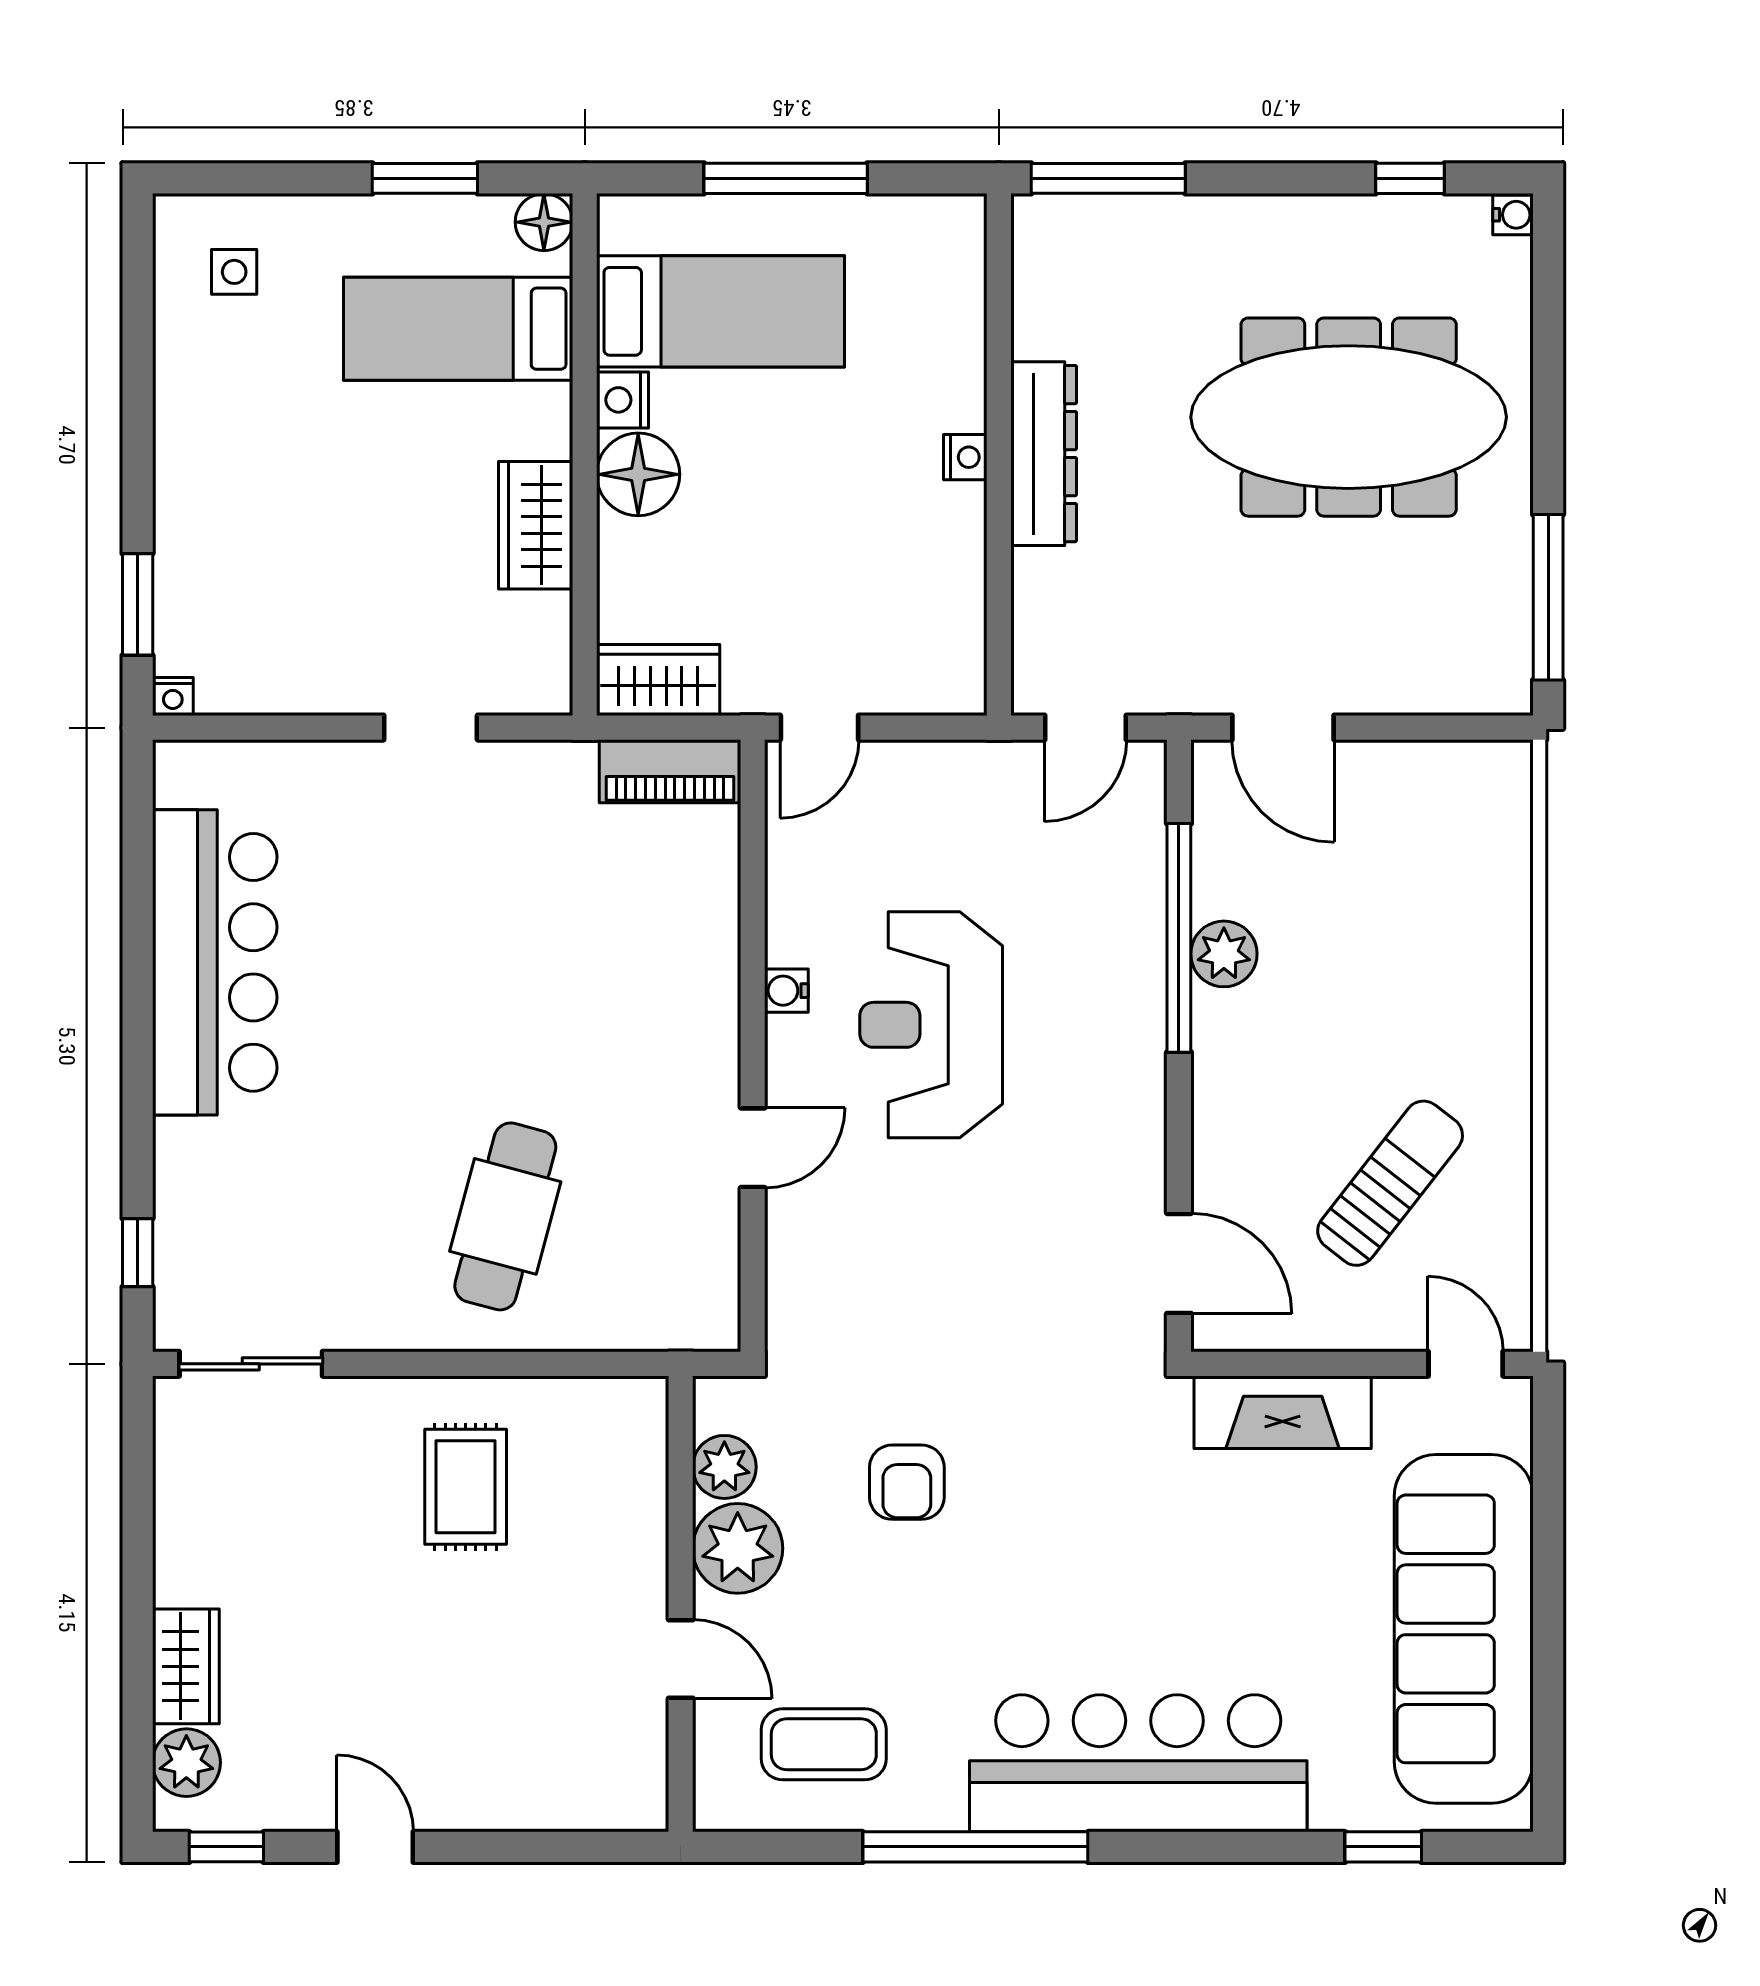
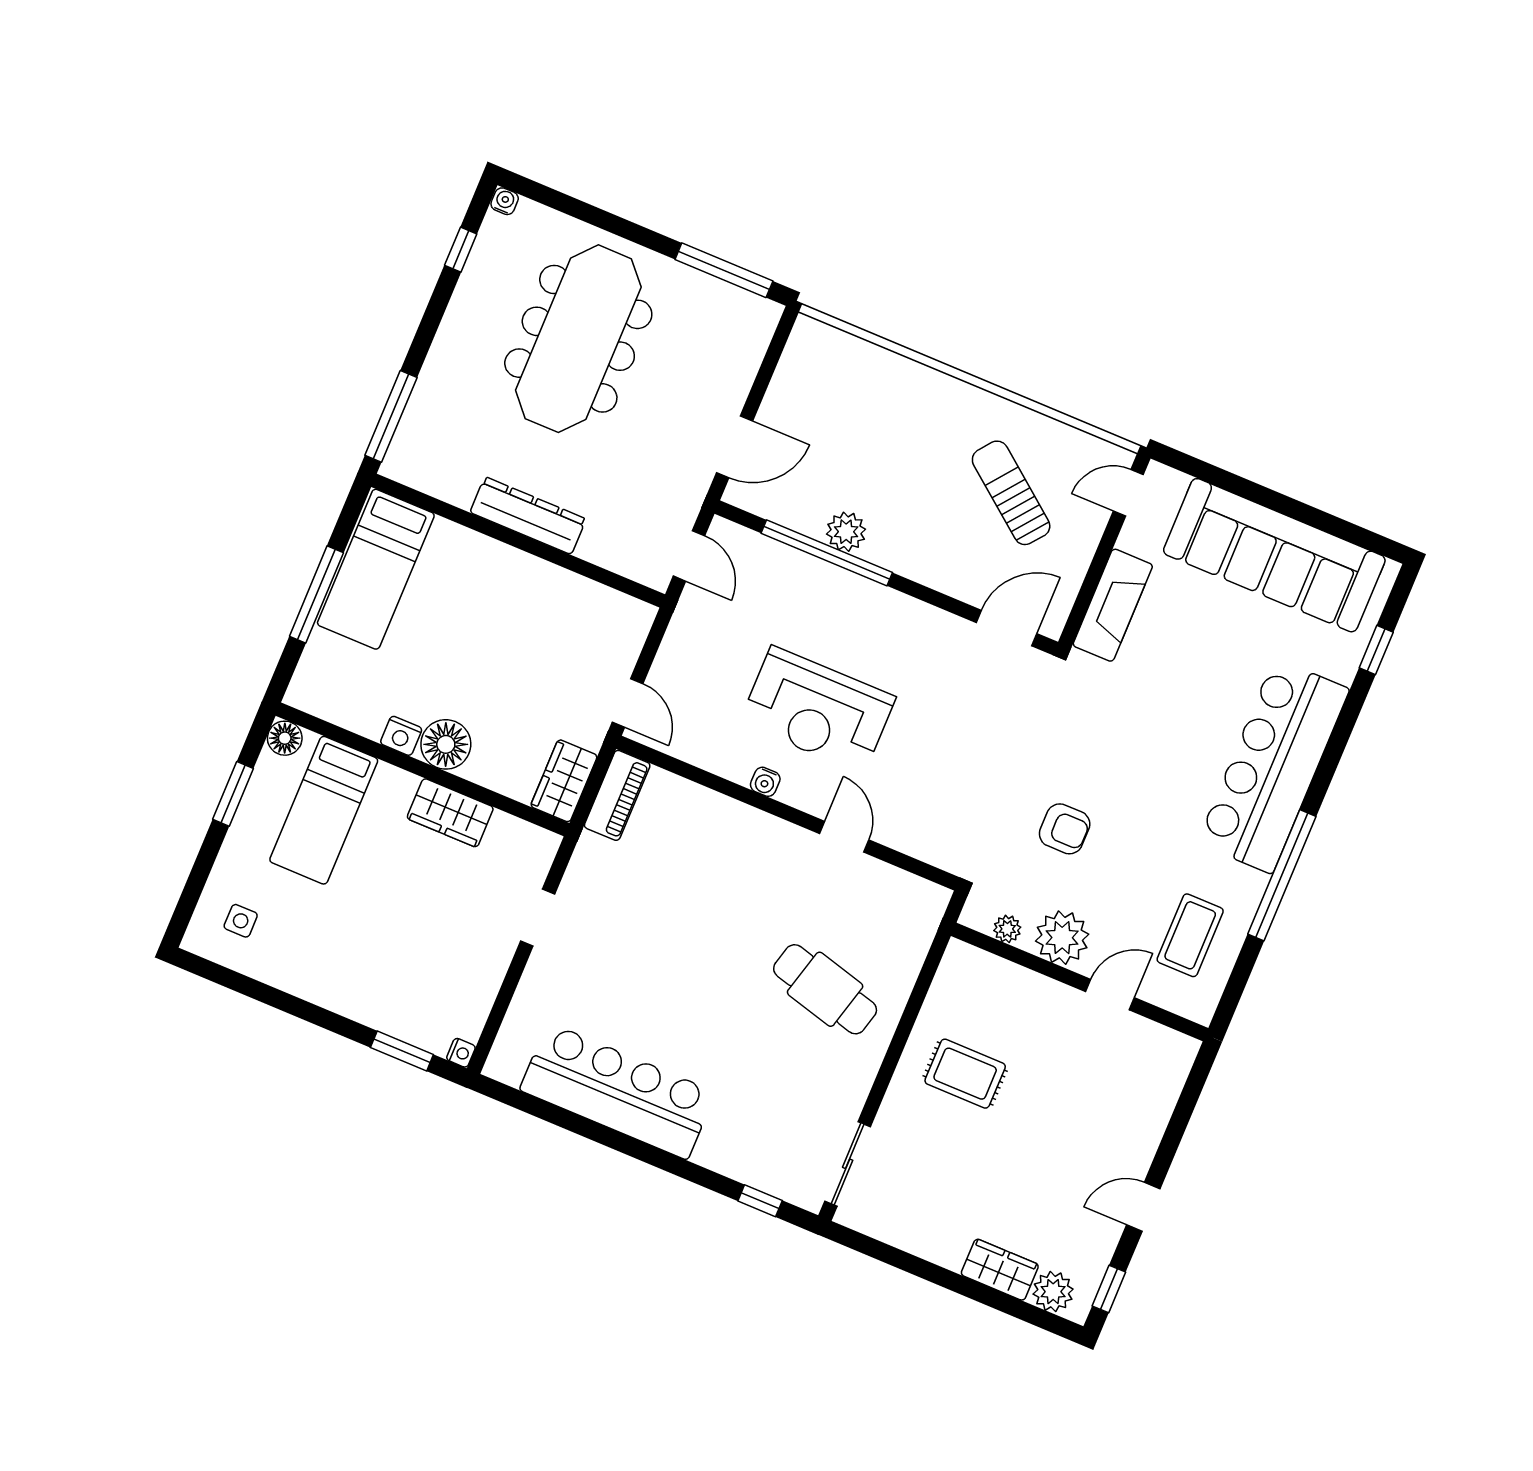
bed: (721, 311) -> (376, 569), moved, turned 180
nightstand: (965, 457) -> (512, 560), removed
plant: (724, 1467) -> (1007, 929), width x0.73, depth x0.73

